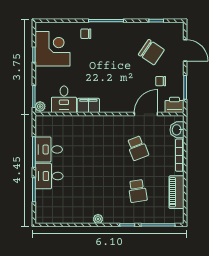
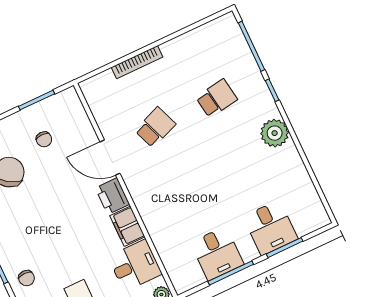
printer: (174, 105) -> (112, 196), moved
door: (146, 114) -> (110, 158), moved
washbasin: (177, 130) -> (103, 83), removed
desk: (49, 176) -> (270, 228), moved
piano: (177, 192) -> (192, 42), removed
plant: (98, 219) -> (275, 133), width x1.88, depth x1.88

